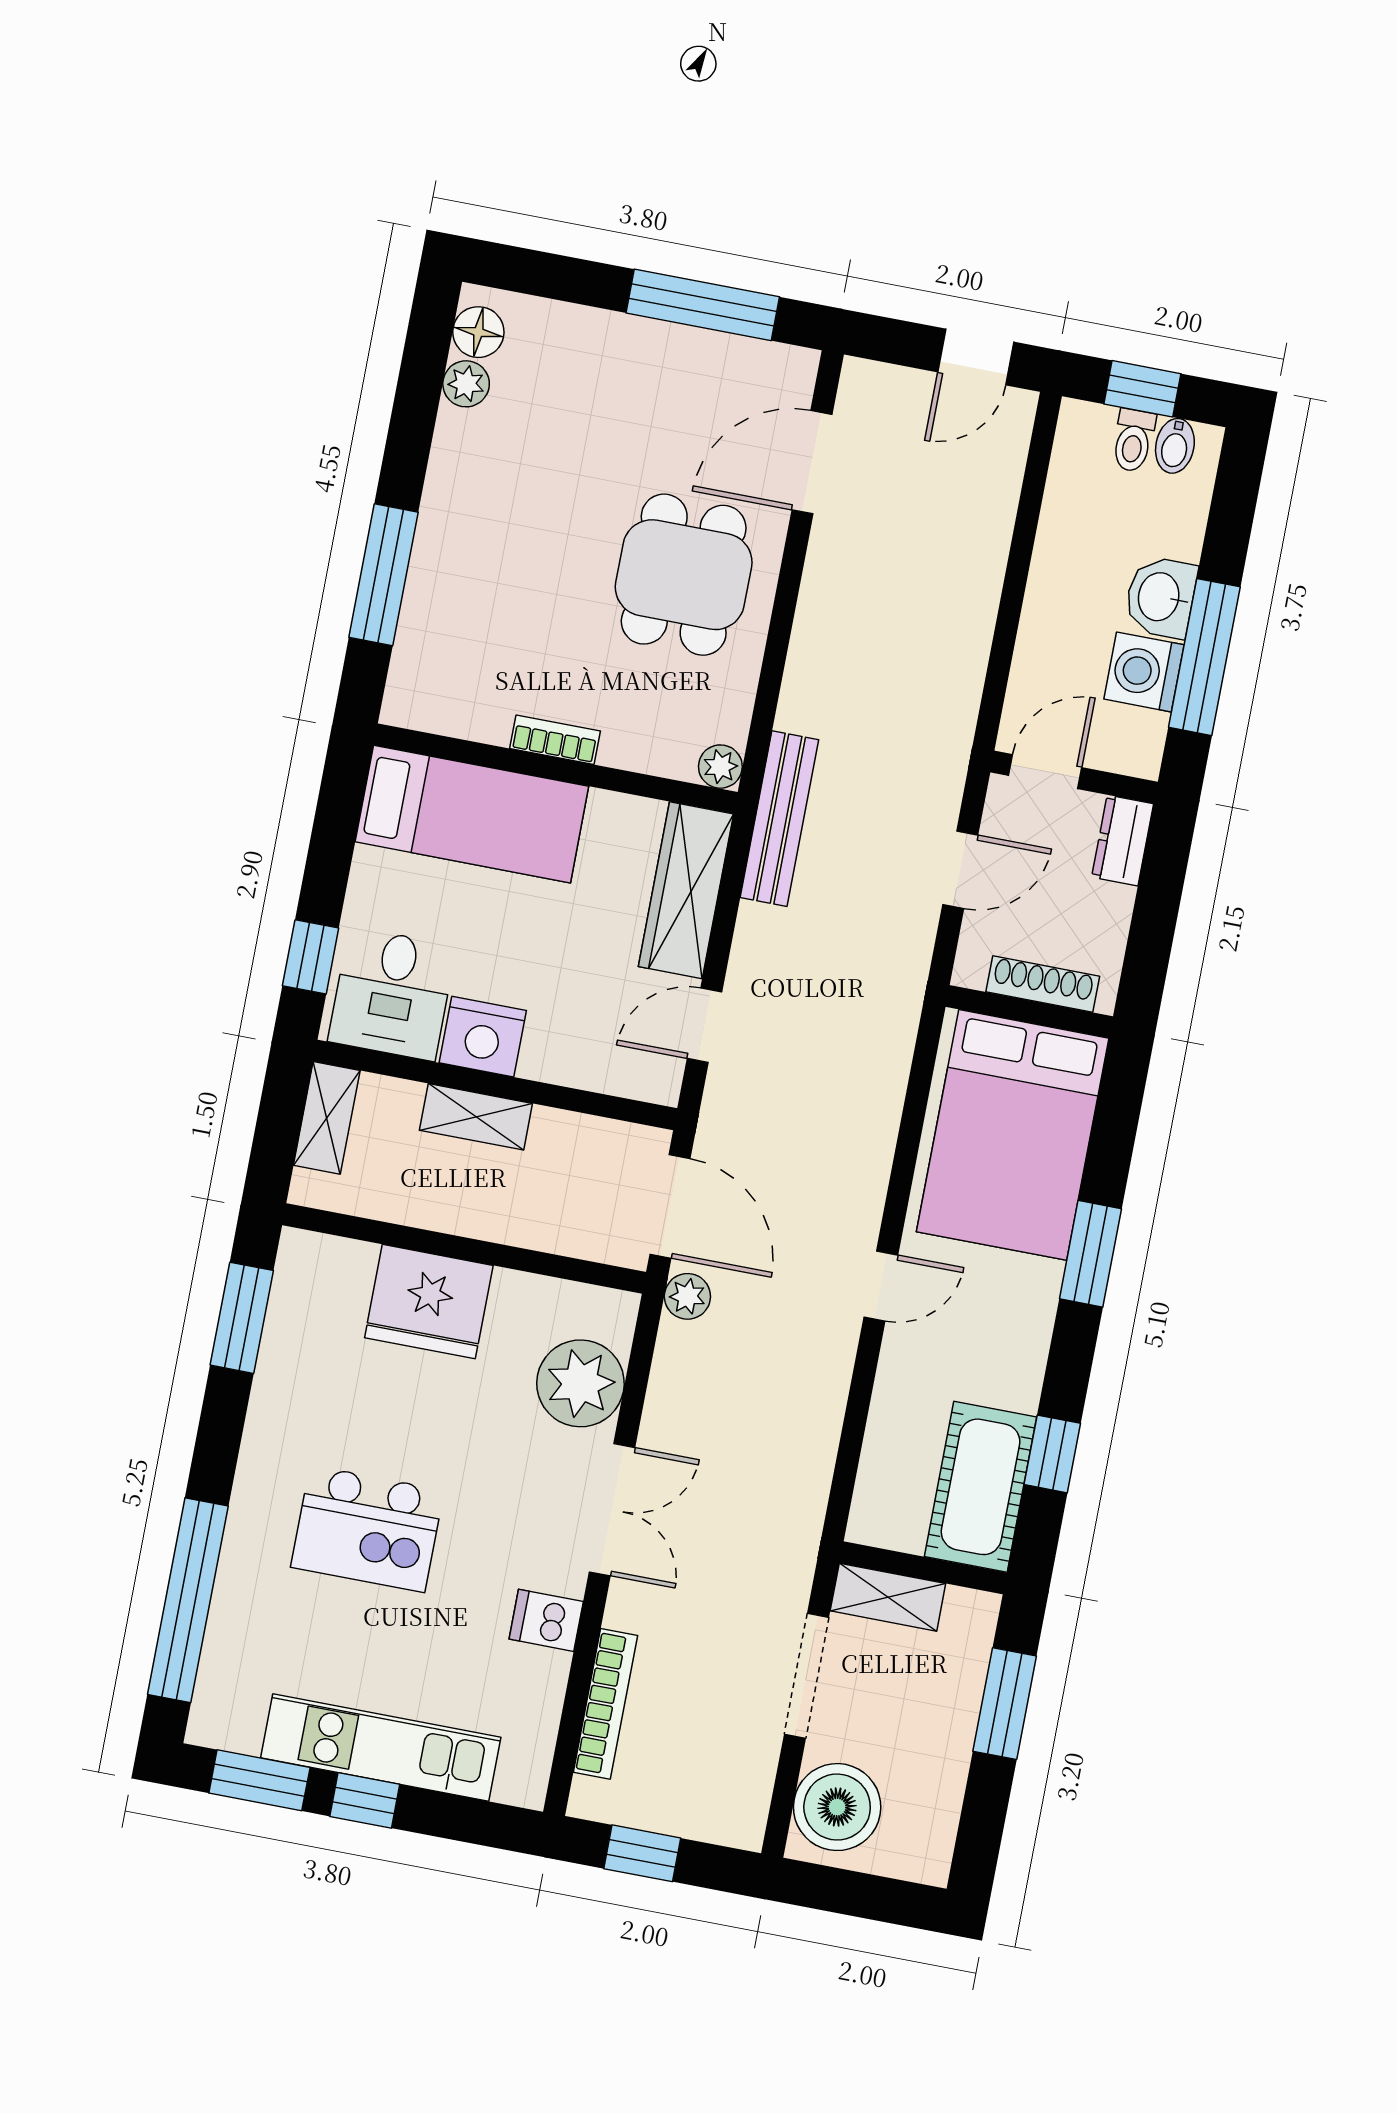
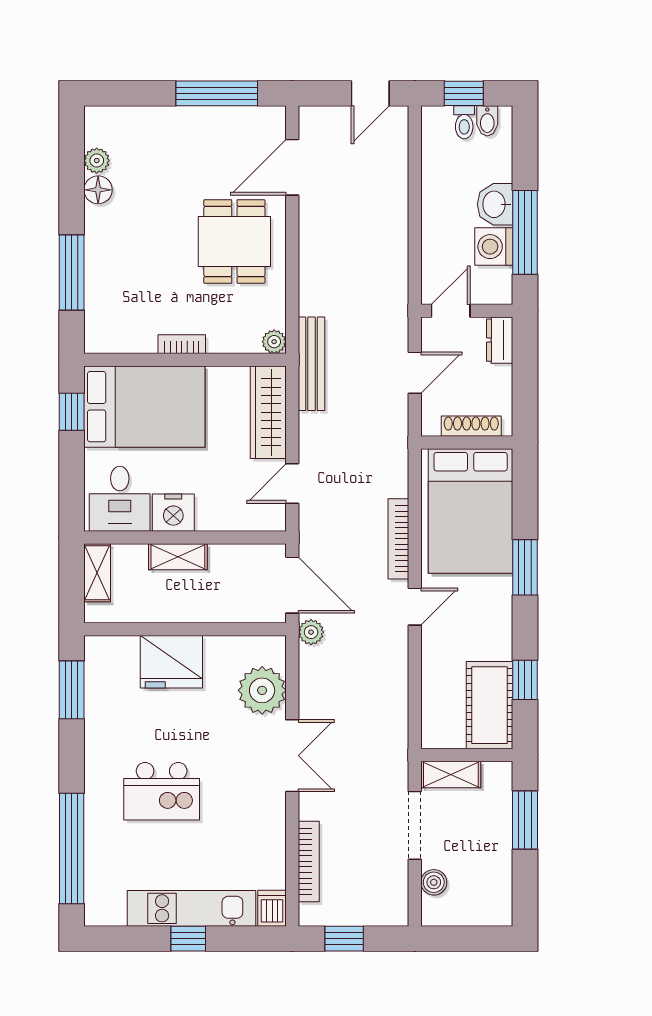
floor lamp: (478, 332) -> (98, 190), moved
bed: (472, 814) -> (144, 407), width x1.50
window: (311, 957) -> (72, 412), moved
bookcase: (875, 1160) -> (398, 539), added
dishwasher: (546, 1620) -> (272, 908), moved, turned 90
window: (259, 1780) -> (129, 939), removed
boiler: (837, 1807) -> (434, 882), width x0.54, depth x0.54

